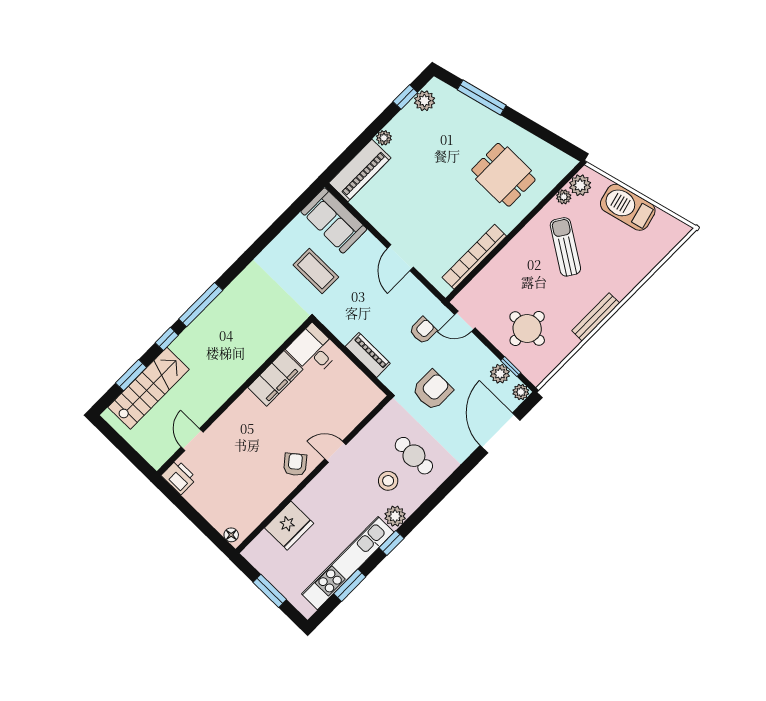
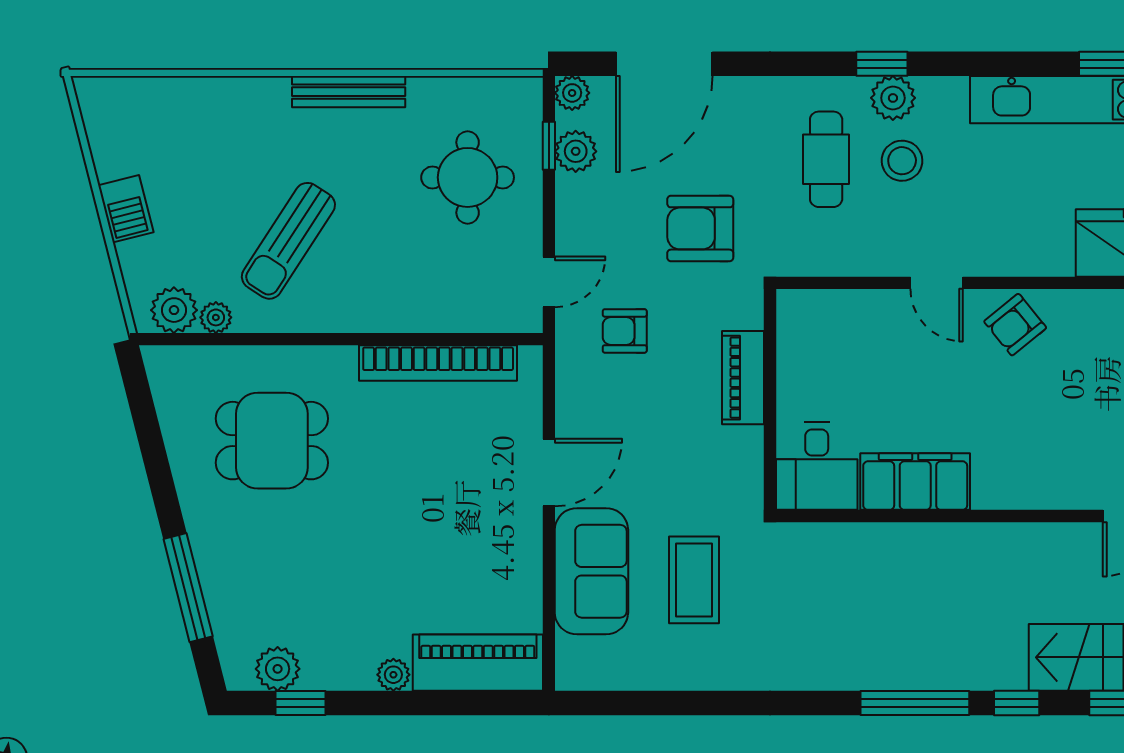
dining table: (503, 175) -> (272, 441), turned 90
barbecue: (628, 207) -> (126, 209), width x0.53, depth x0.65
sofa: (334, 220) -> (591, 571), moved
door: (465, 321) -> (549, 282), hinge flipped
plant: (395, 516) -> (893, 98), moved
window: (391, 543) -> (882, 64), moved

